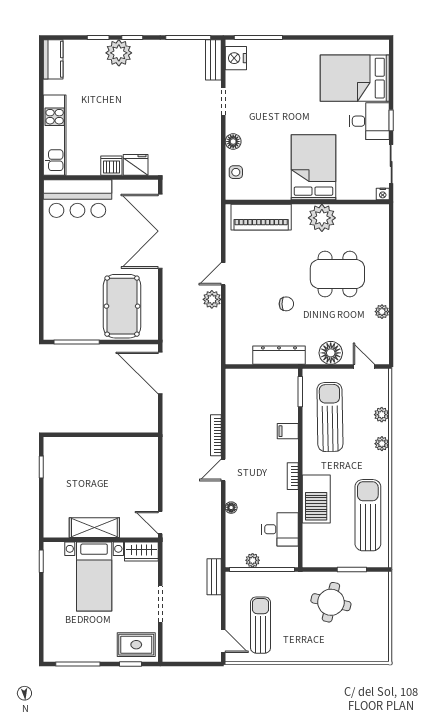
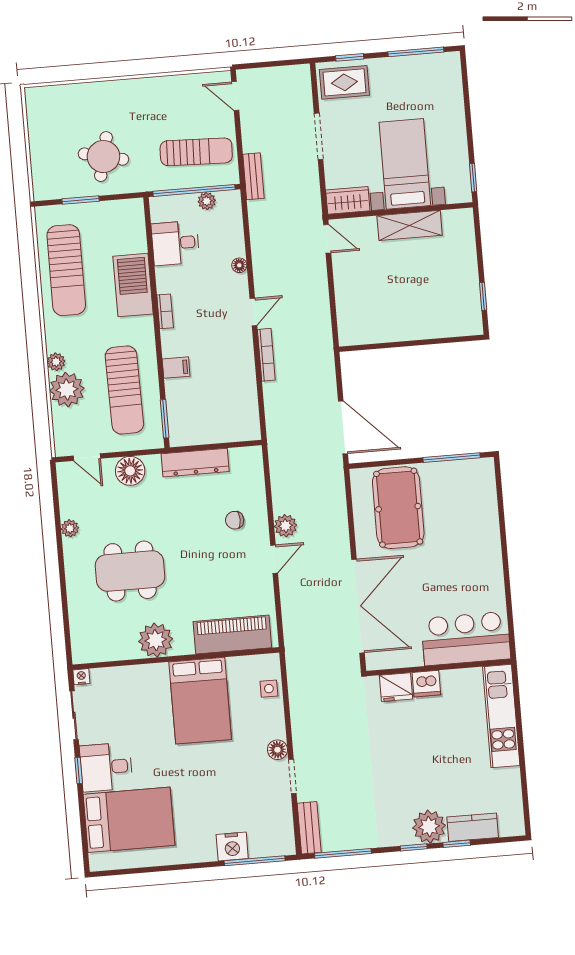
nightstand: (236, 58) -> (232, 846), moved, turned 90
kitchen counter: (53, 59) -> (473, 827), moved, turned 90
floor lamp: (233, 142) -> (277, 750), moved
bed: (313, 167) -> (200, 701), moved
chair: (286, 304) -> (235, 520), moved
plant: (382, 415) -> (67, 390), width x1.87, depth x1.87
sun lounger: (261, 625) -> (196, 152), moved, turned -88

